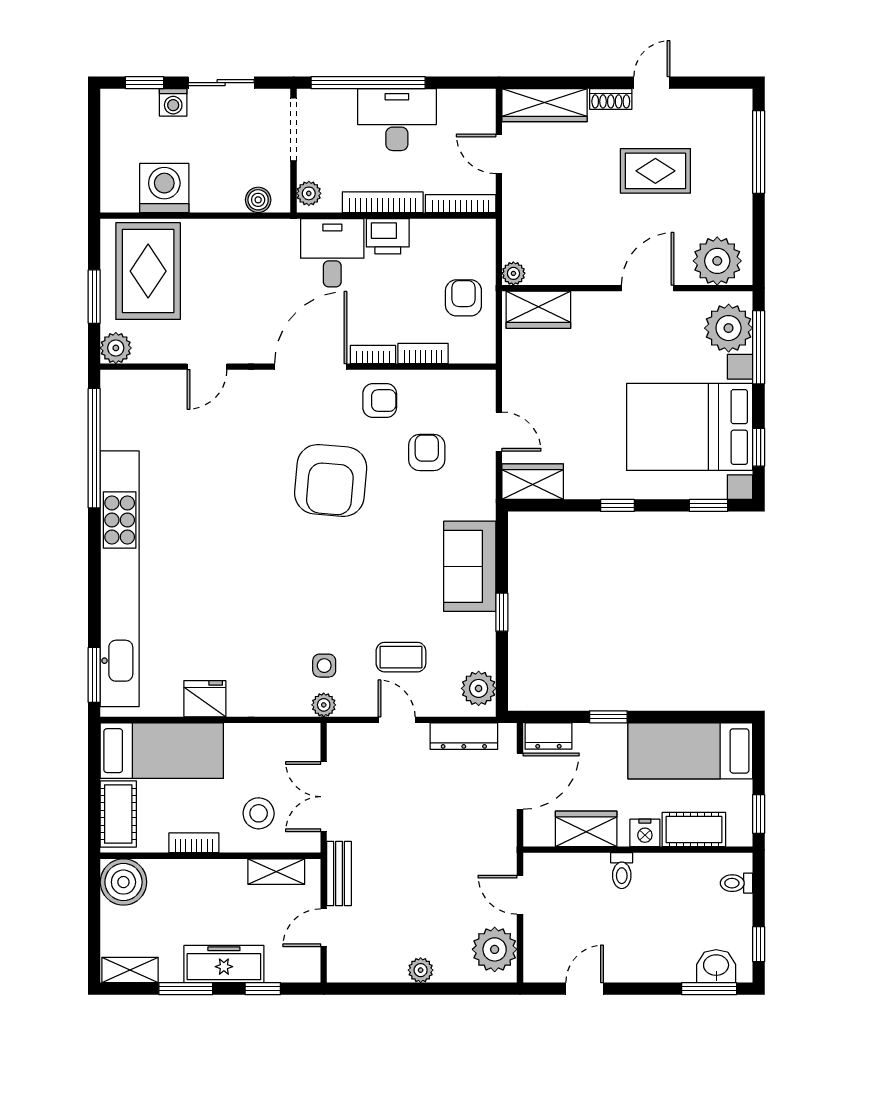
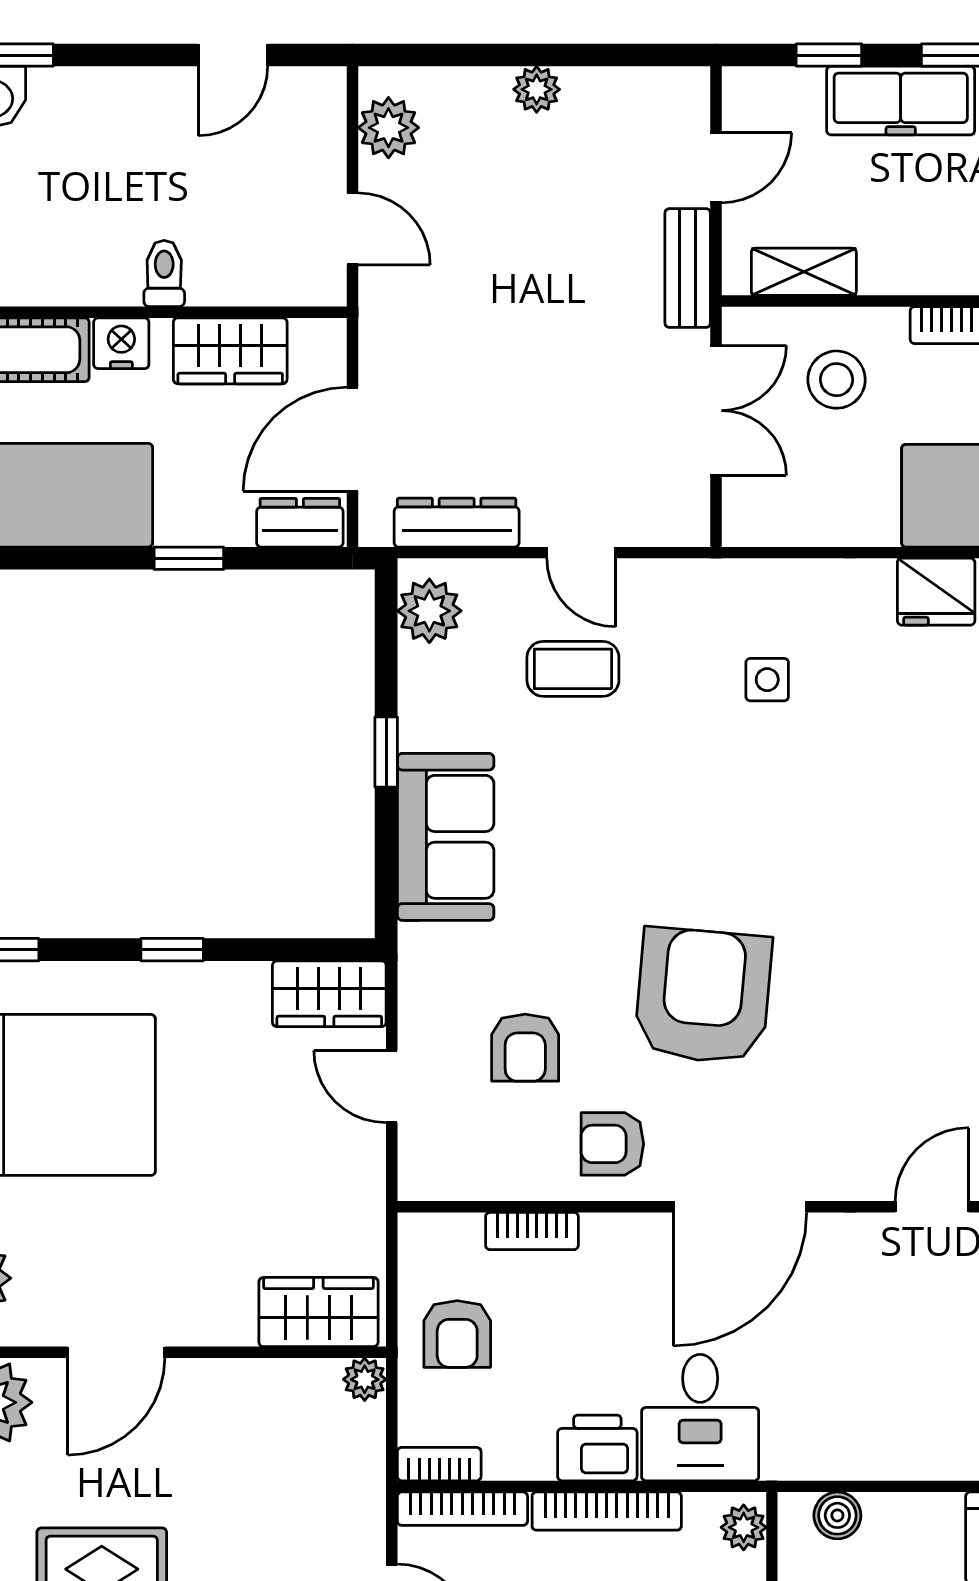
bookcase: (373, 354) -> (439, 1464), moved, turned 180
side table: (324, 666) -> (767, 680), moved
plant: (324, 705) -> (716, 580), removed
plant: (495, 949) -> (388, 128), width x0.73, depth x0.73

